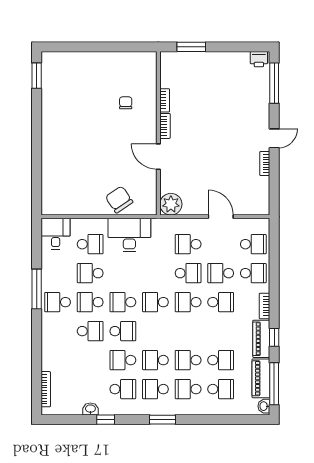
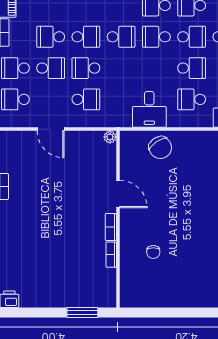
plant: (171, 204) -> (110, 137), width x0.53, depth x0.53
desk: (129, 235) -> (149, 109), width x0.73
school desk: (123, 302) -> (156, 37), turned 180

